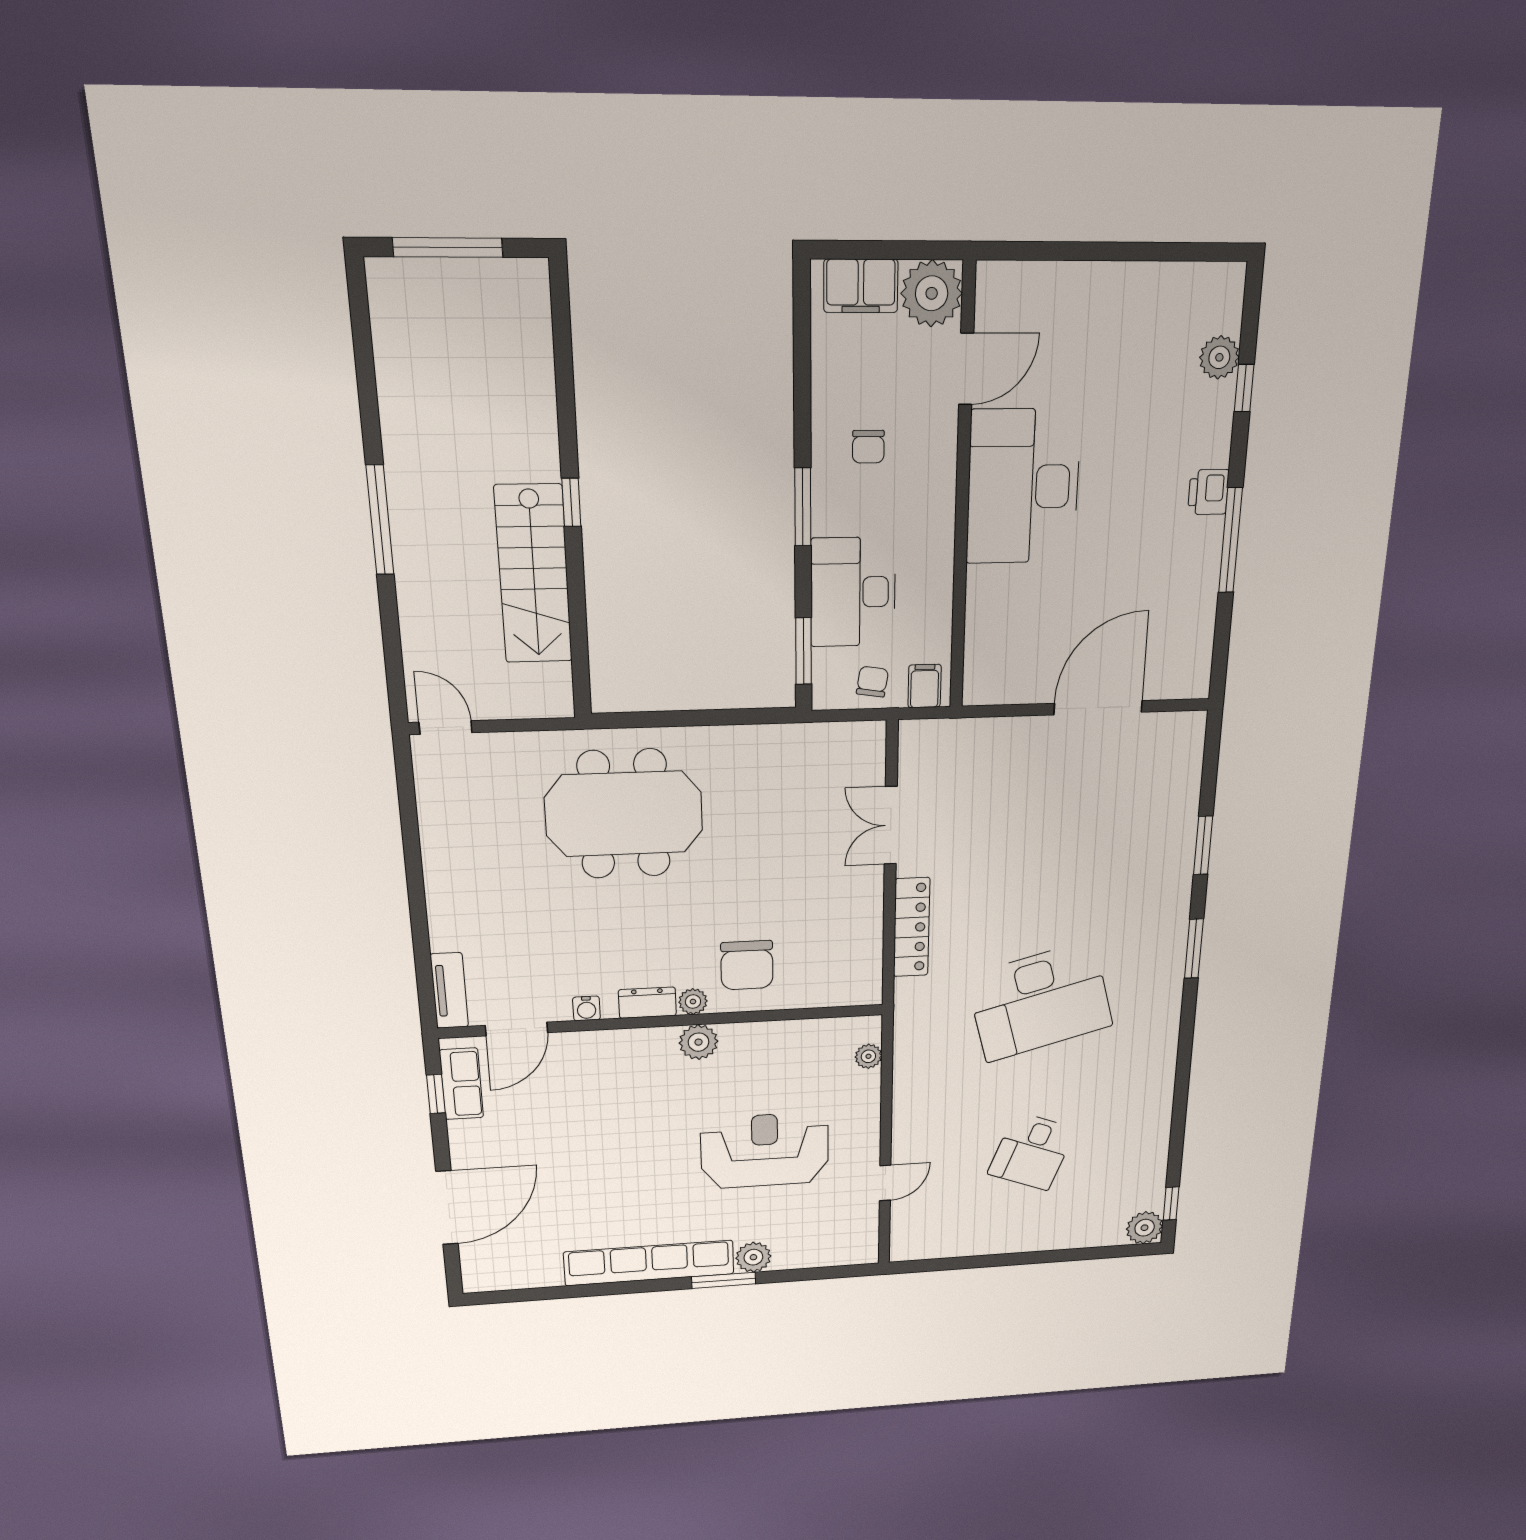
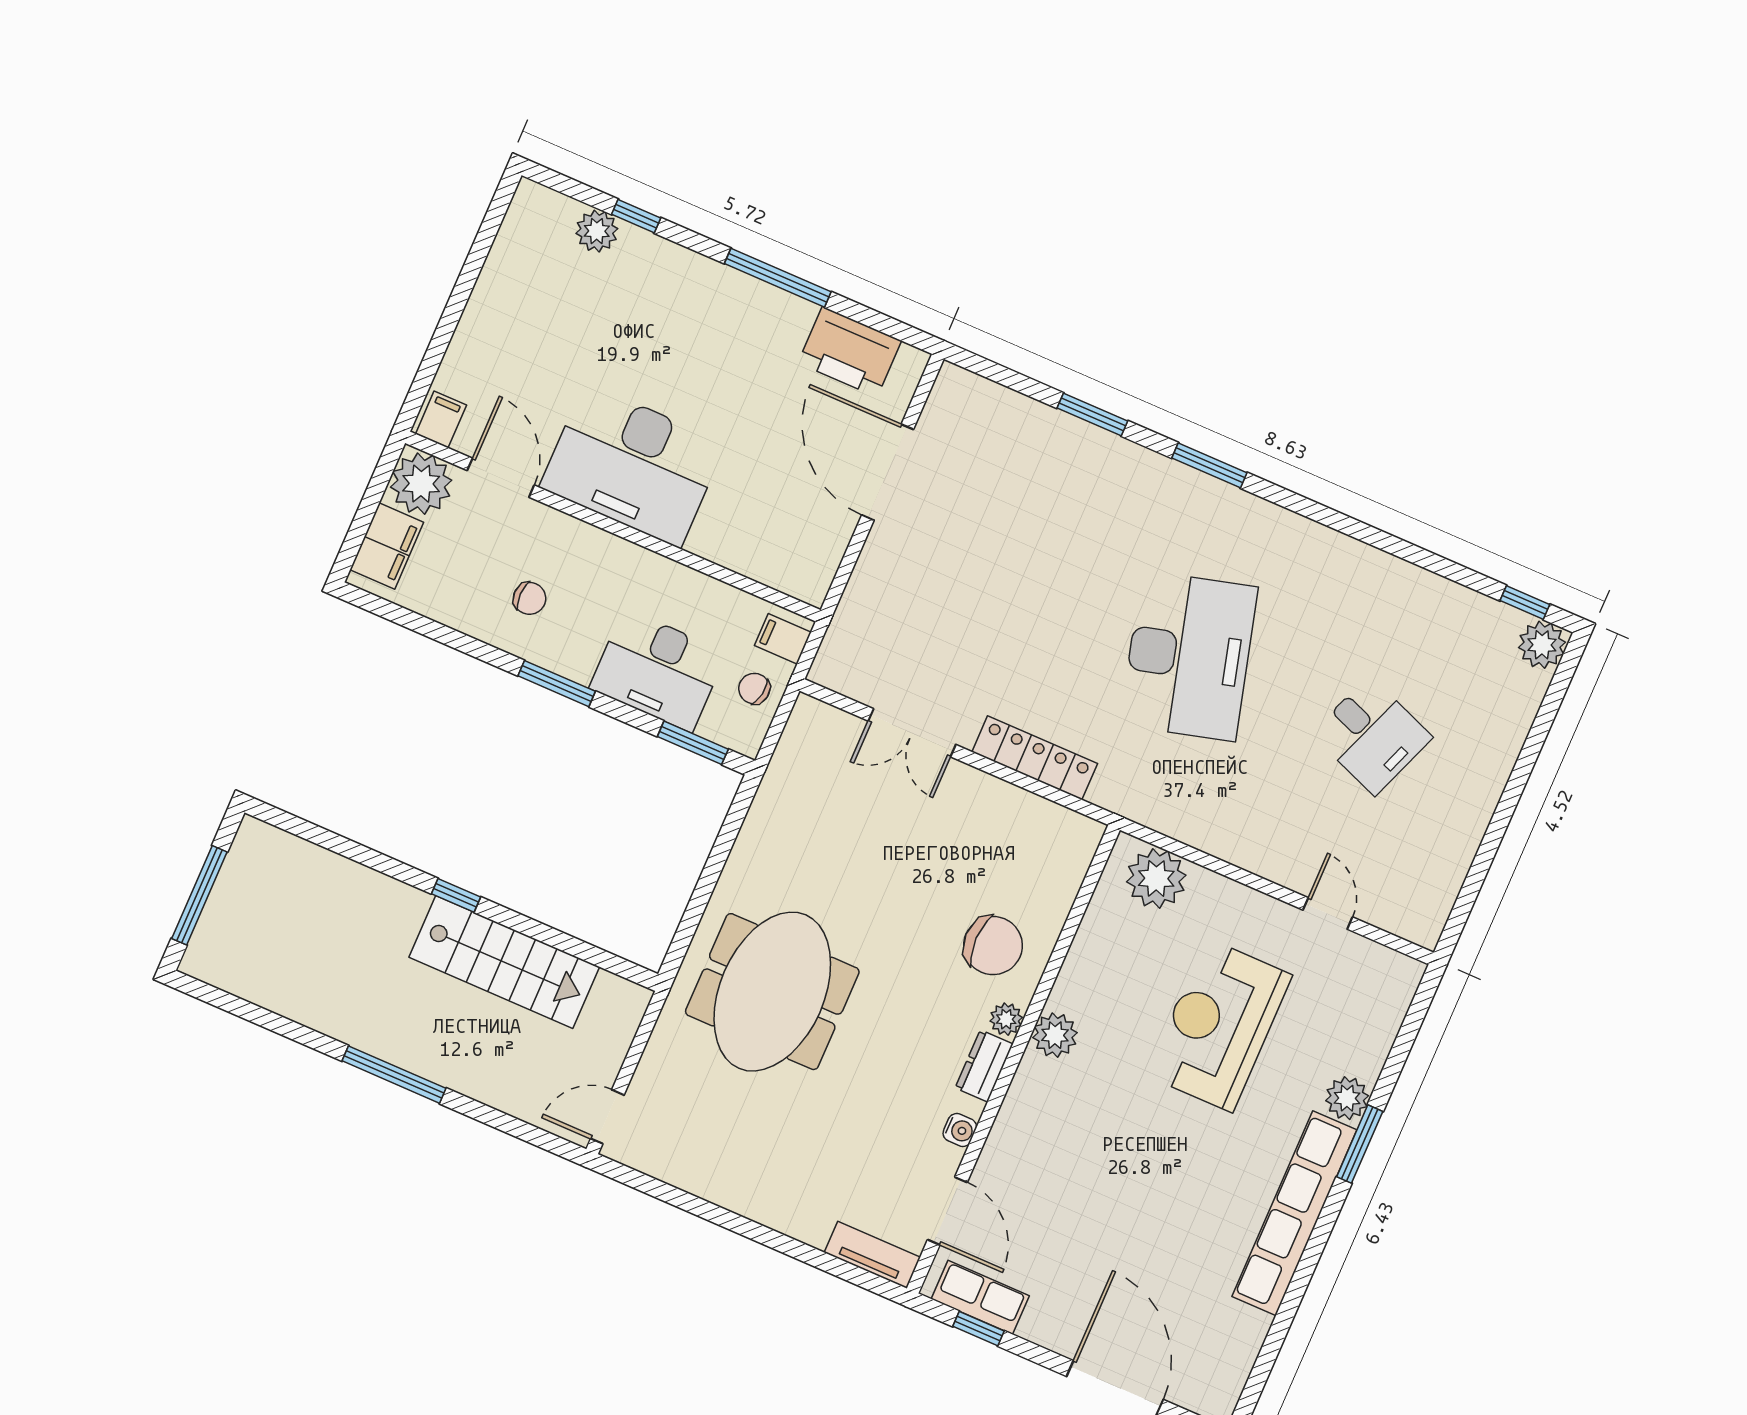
filing cabinet: (998, 286) -> (441, 419), added
printer: (1208, 492) -> (850, 352), moved, width x1.87, depth x1.48
plant: (868, 1056) -> (1156, 878), width x1.87, depth x1.87

